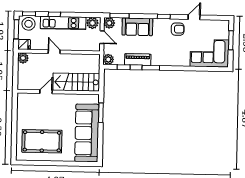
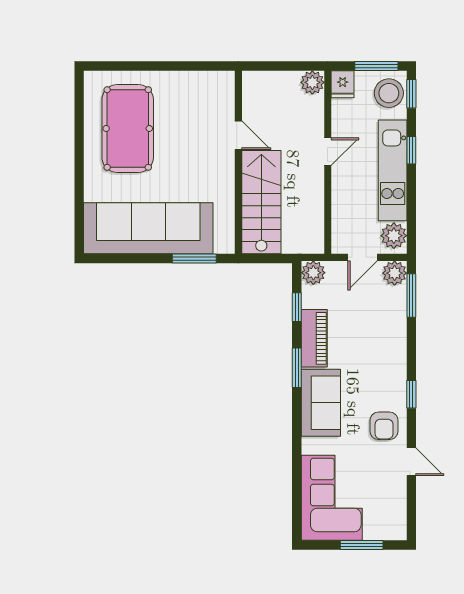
sofa: (137, 27) -> (321, 403), moved, turned 180

